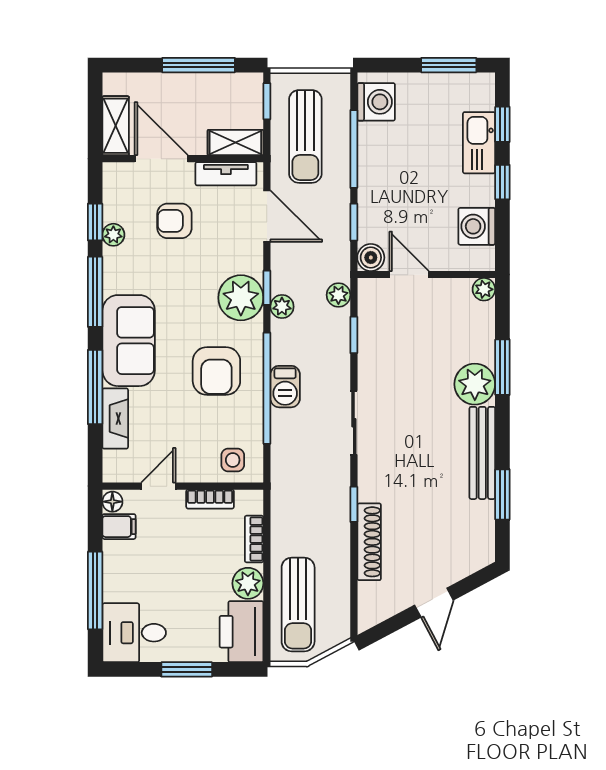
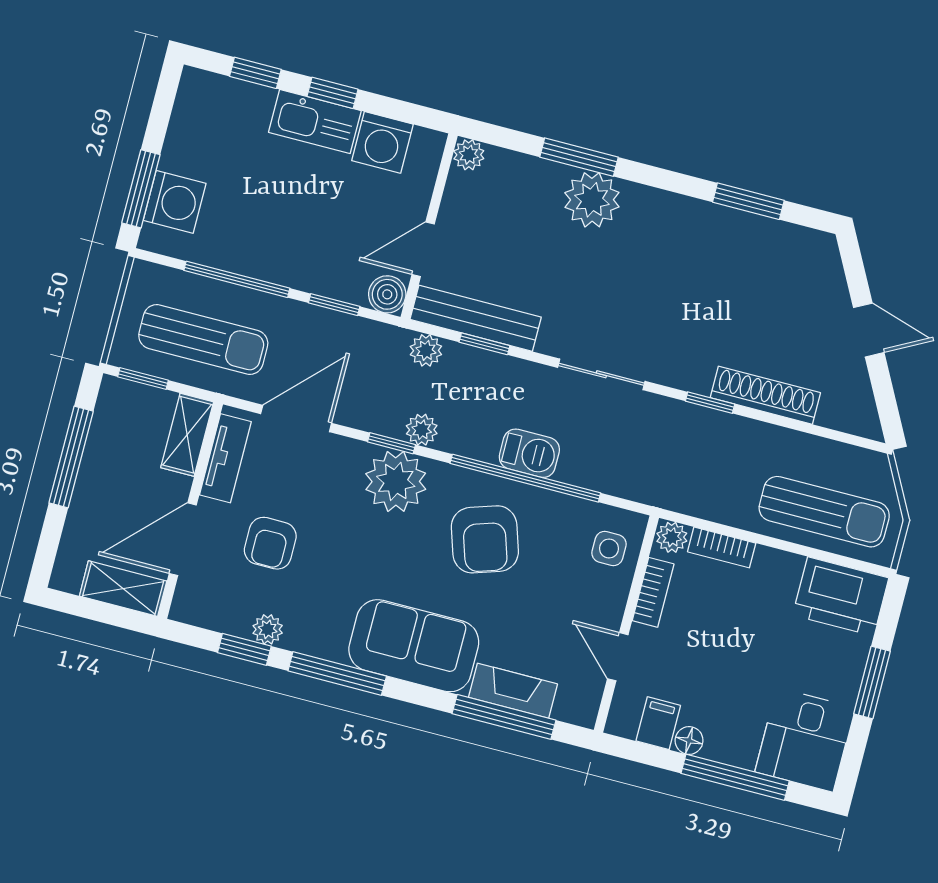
window: (449, 65) -> (141, 189), moved
washing machine: (376, 102) -> (175, 202), moved, turned 90
kitchen sink: (479, 143) -> (315, 122), moved
armchair: (216, 371) -> (485, 539), turned 72
window: (95, 387) -> (504, 717), moved
bench: (482, 453) -> (476, 318), moved
floor lamp: (112, 502) -> (689, 740), moved
plant: (248, 583) -> (672, 537), moved, width x0.73, depth x0.73

